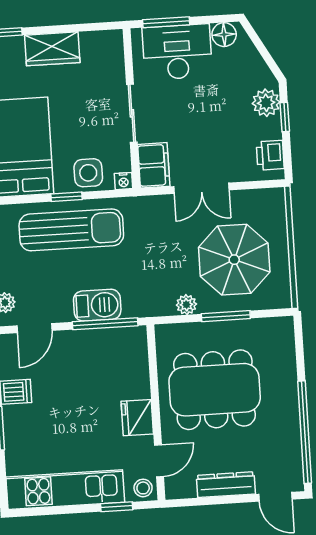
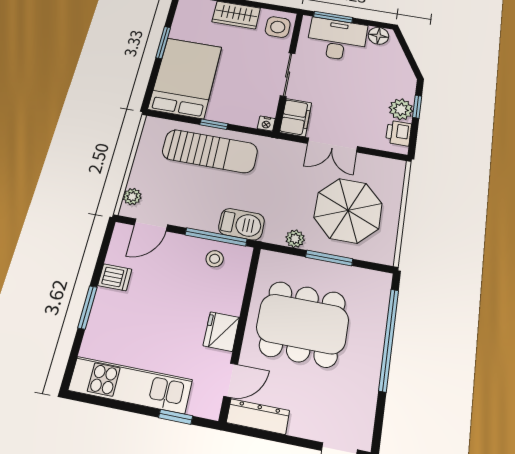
plant: (266, 103) -> (401, 109), moved
side table: (88, 173) -> (278, 27), moved
barbecue: (97, 305) -> (241, 224), moved
window: (305, 432) -> (389, 339), moved
dresser: (226, 485) -> (258, 417), moved
stool: (143, 488) -> (215, 259), moved

